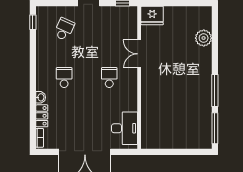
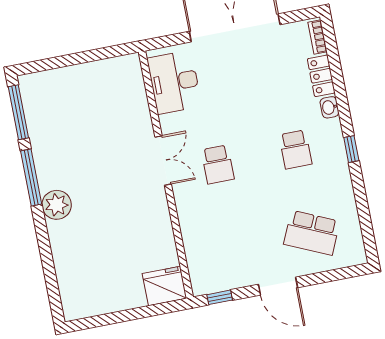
window: (33, 22) -> (351, 149), moved
school desk: (64, 29) -> (312, 233), width x1.85
plant: (204, 38) -> (57, 205), moved
double door: (139, 54) -> (163, 160), moved

